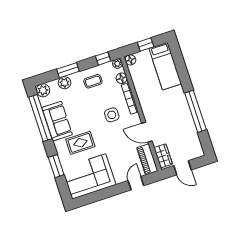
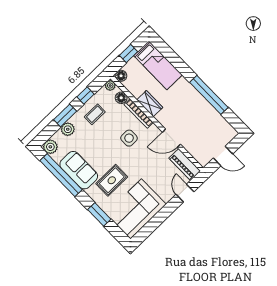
window: (103, 59) -> (86, 95), moved
wardrobe: (163, 156) -> (150, 104), moved

